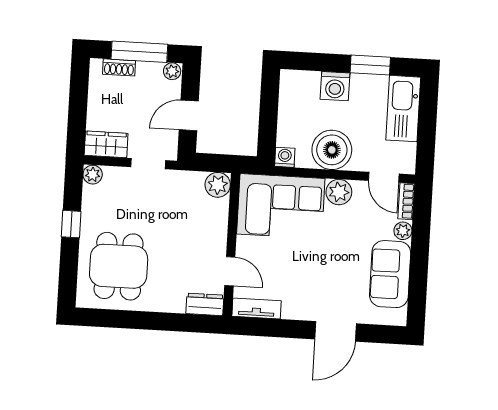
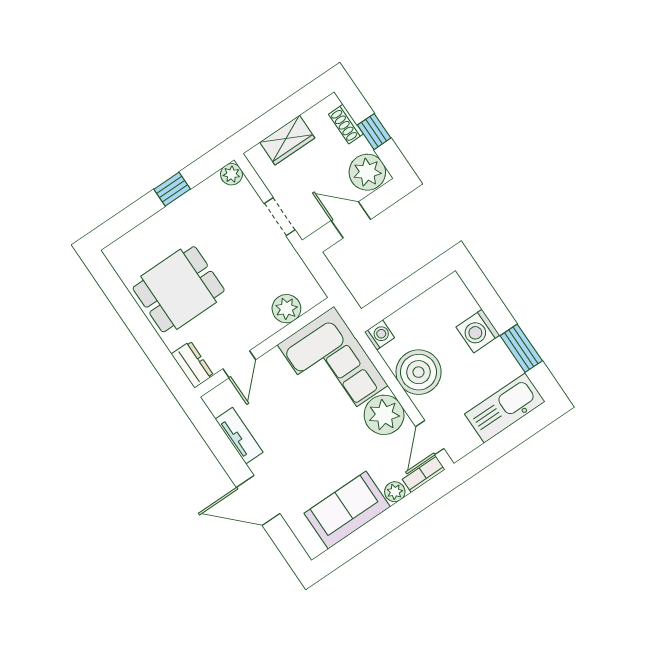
window: (139, 52) -> (374, 132), width x0.46
plant: (172, 71) -> (367, 172), width x1.88, depth x1.88
wardrobe: (106, 144) -> (287, 140), moved, turned 90
plant: (218, 185) -> (286, 309), moved
plant: (339, 192) -> (384, 415), width x1.36, depth x1.36
dining table: (119, 266) -> (179, 289), moved
tv unit: (256, 308) -> (239, 436), moved

